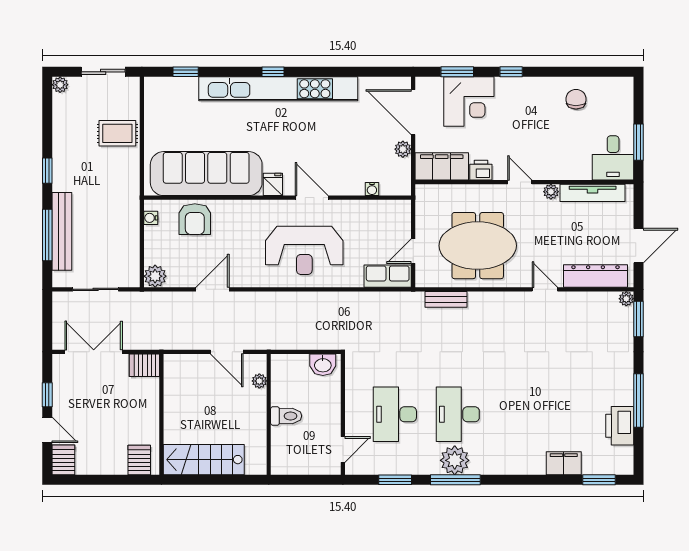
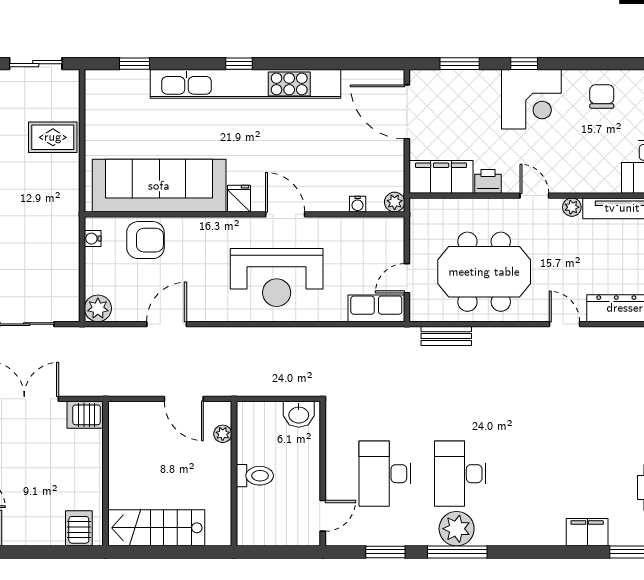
corner desk: (469, 102) -> (531, 99), moved
plant: (403, 149) -> (395, 202), moved
armchair: (195, 219) -> (145, 240), turned -90

